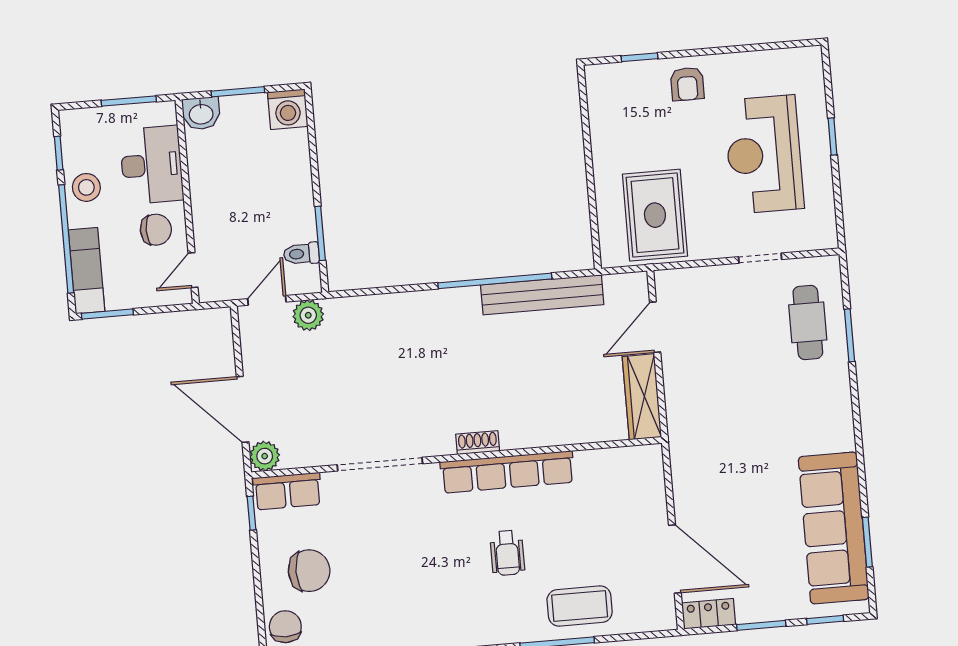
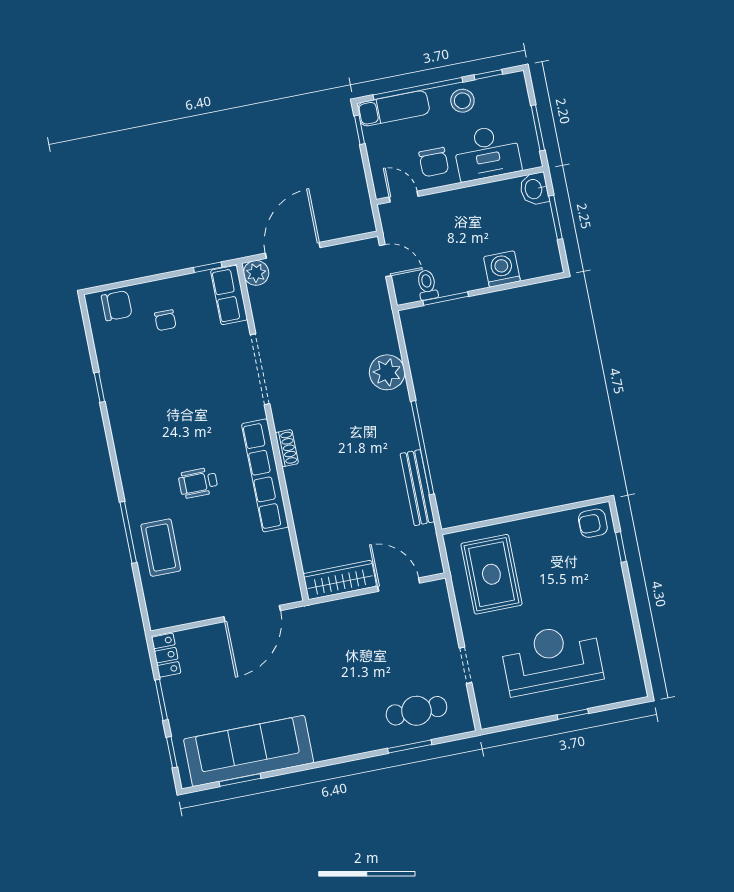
armchair: (687, 84) -> (593, 523), moved
washing machine: (288, 109) -> (502, 269), moved, turned 90
rug: (655, 215) -> (491, 574), turned 90
bench: (542, 295) -> (417, 488), width x0.73, depth x0.82
window: (107, 314) -> (359, 130), width x0.67
plant: (308, 315) -> (387, 372), moved, width x1.36, depth x1.36
door: (675, 559) -> (252, 614), moved
chair: (309, 571) -> (165, 320), width x0.54, depth x0.54

